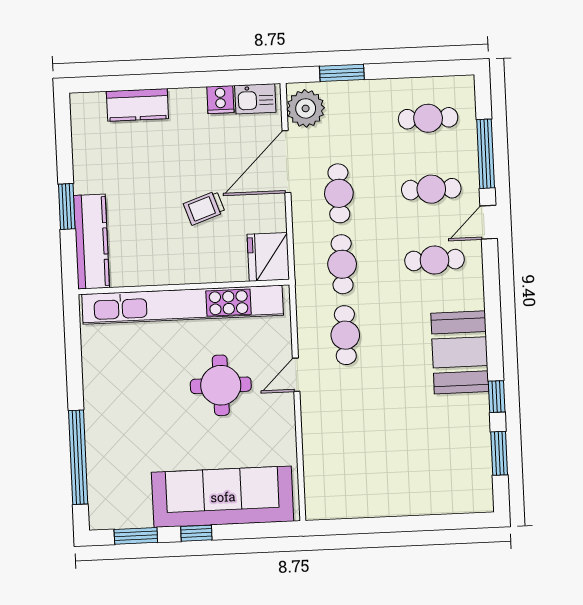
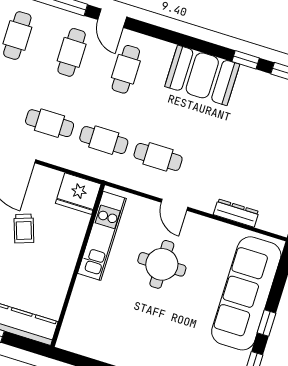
kitchen unit: (183, 305) -> (102, 236), width x0.54
dresser: (313, 451) -> (236, 213), added

